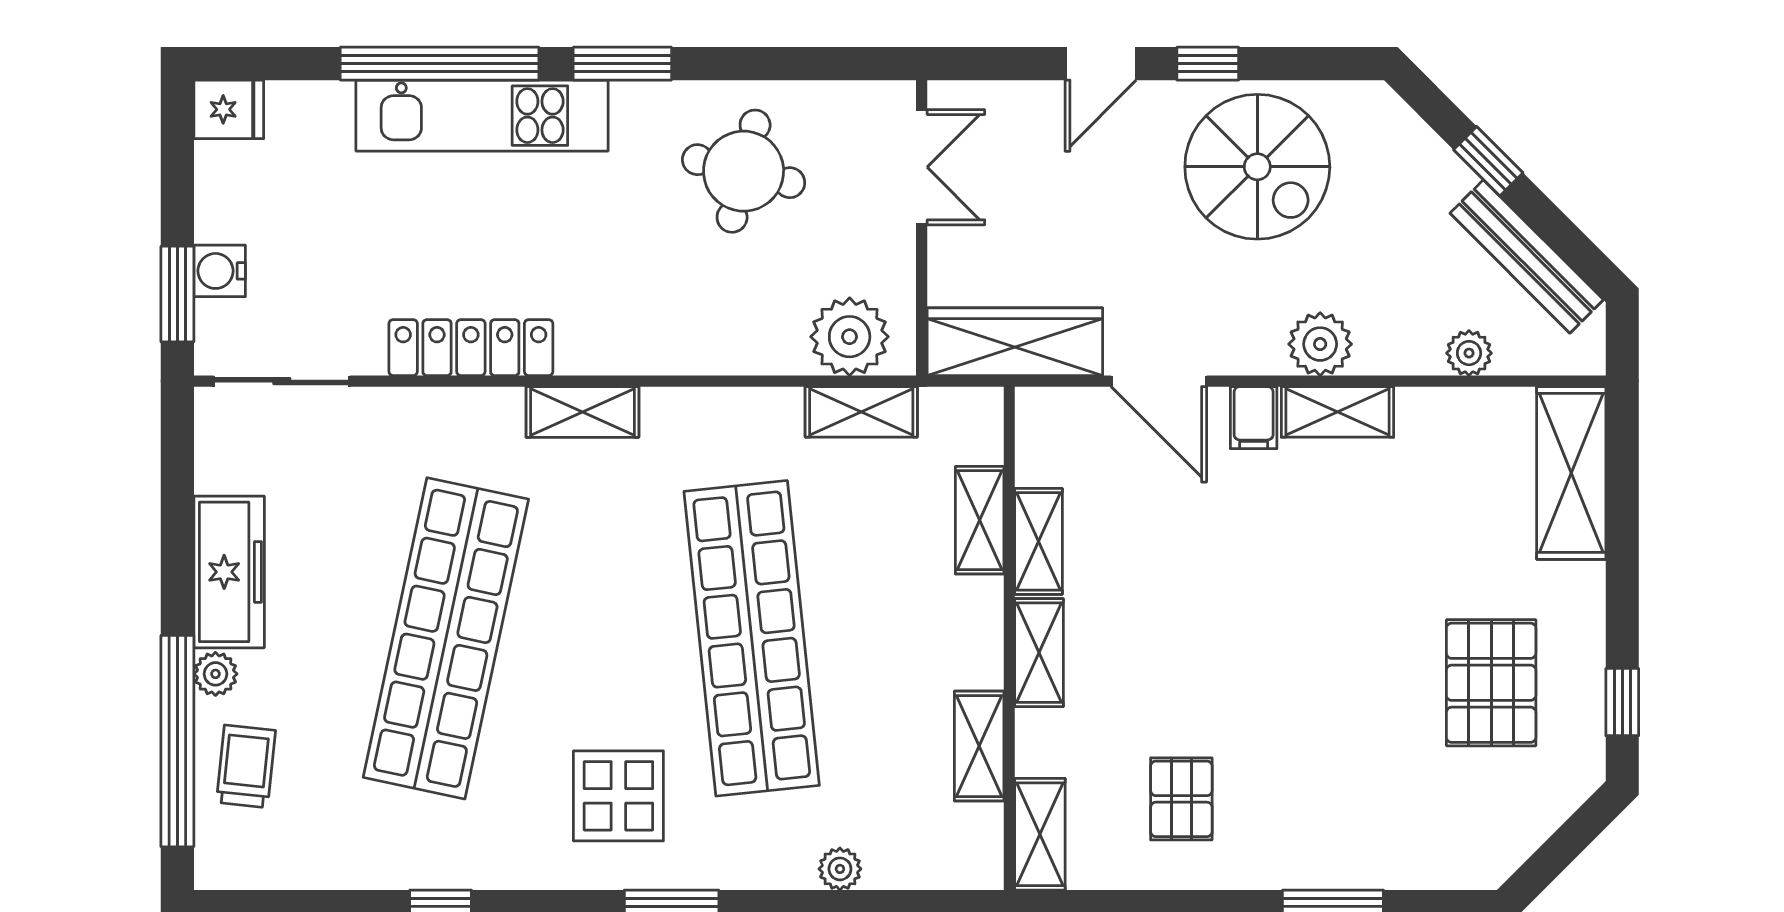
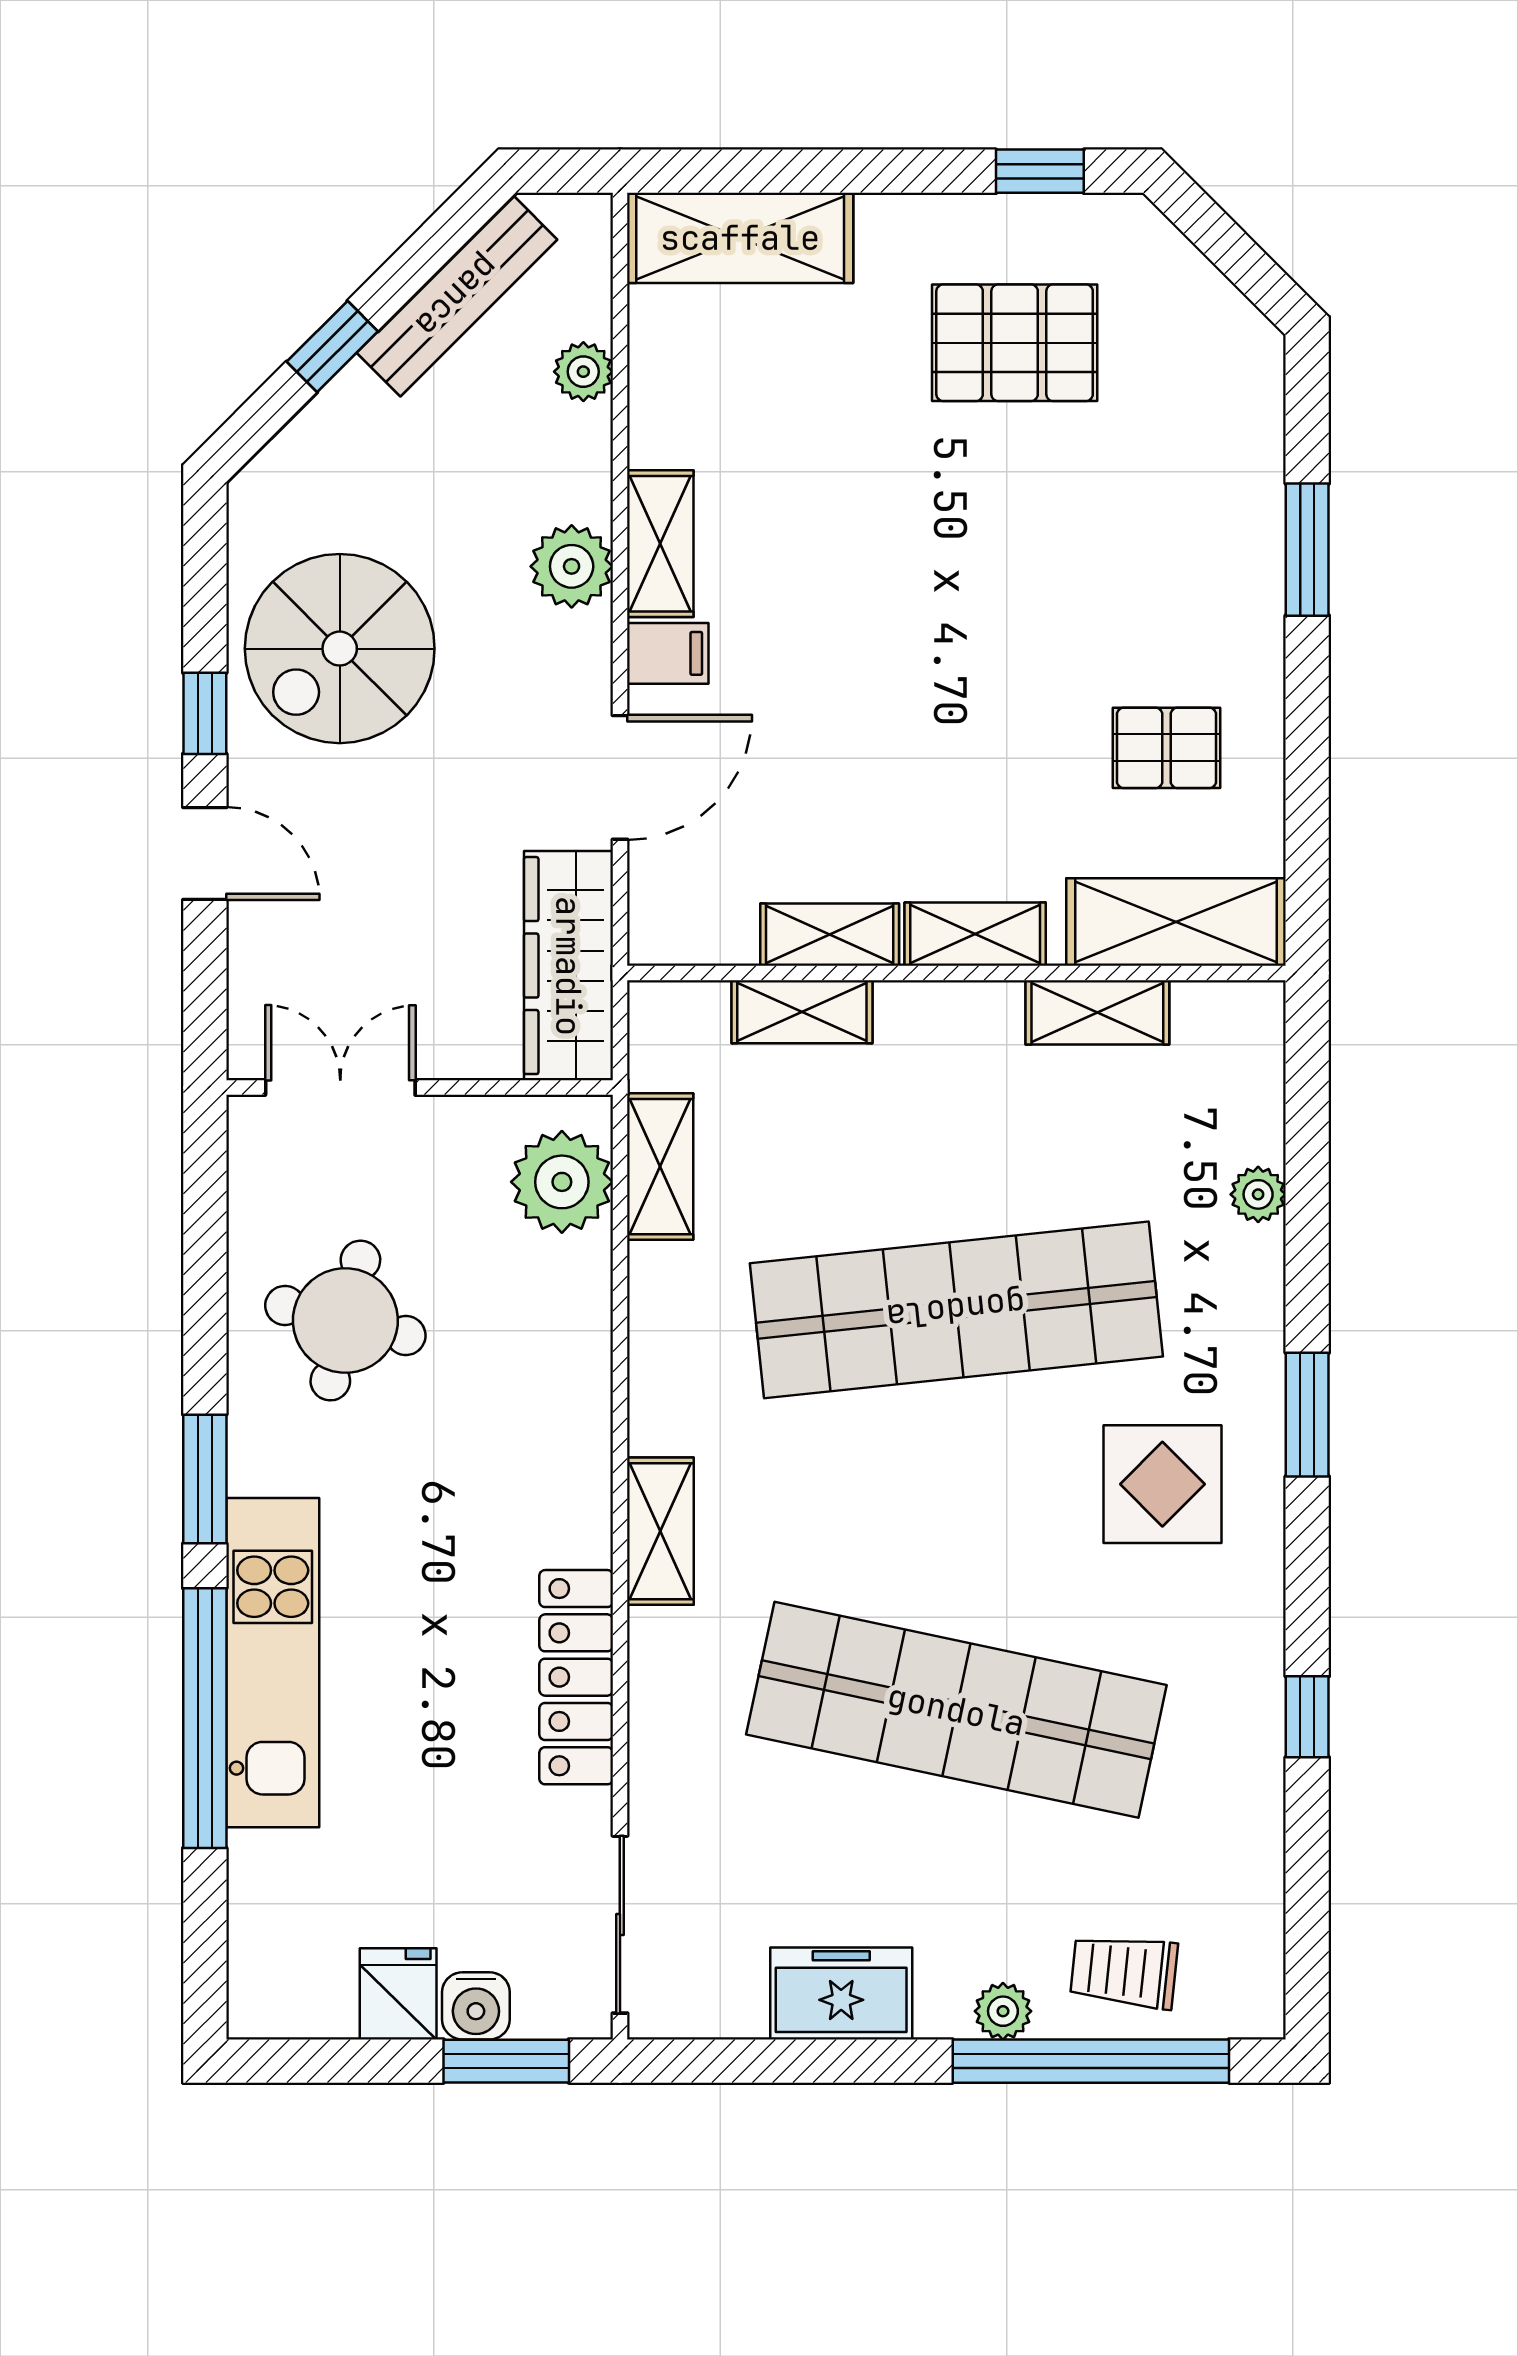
fridge: (229, 109) -> (398, 1994), moved
spiral stairs: (1257, 167) -> (340, 649), turned 180
freezer: (229, 572) -> (841, 1993), width x0.71
shelving: (1040, 834) -> (1176, 922), width x1.50, depth x1.33

